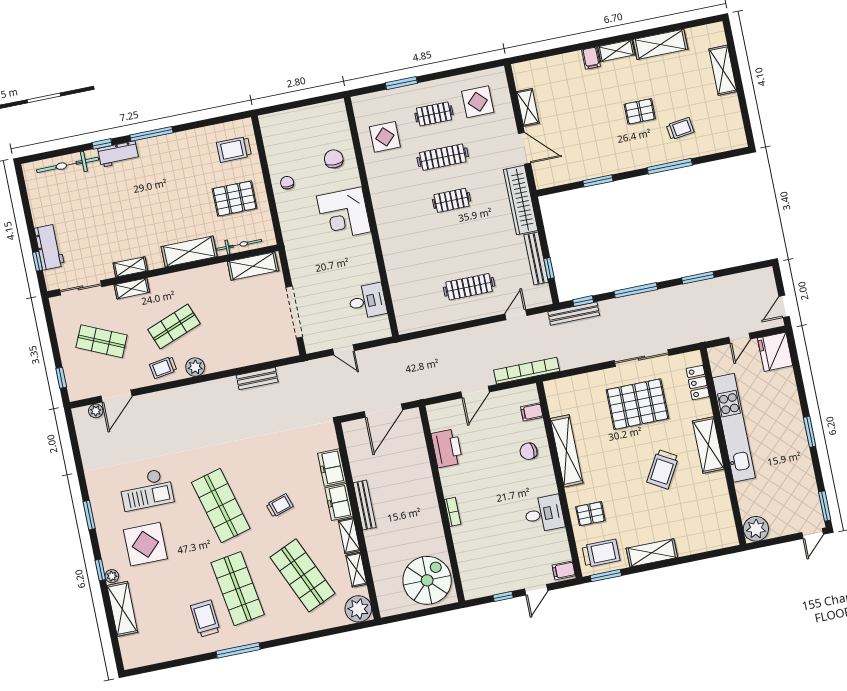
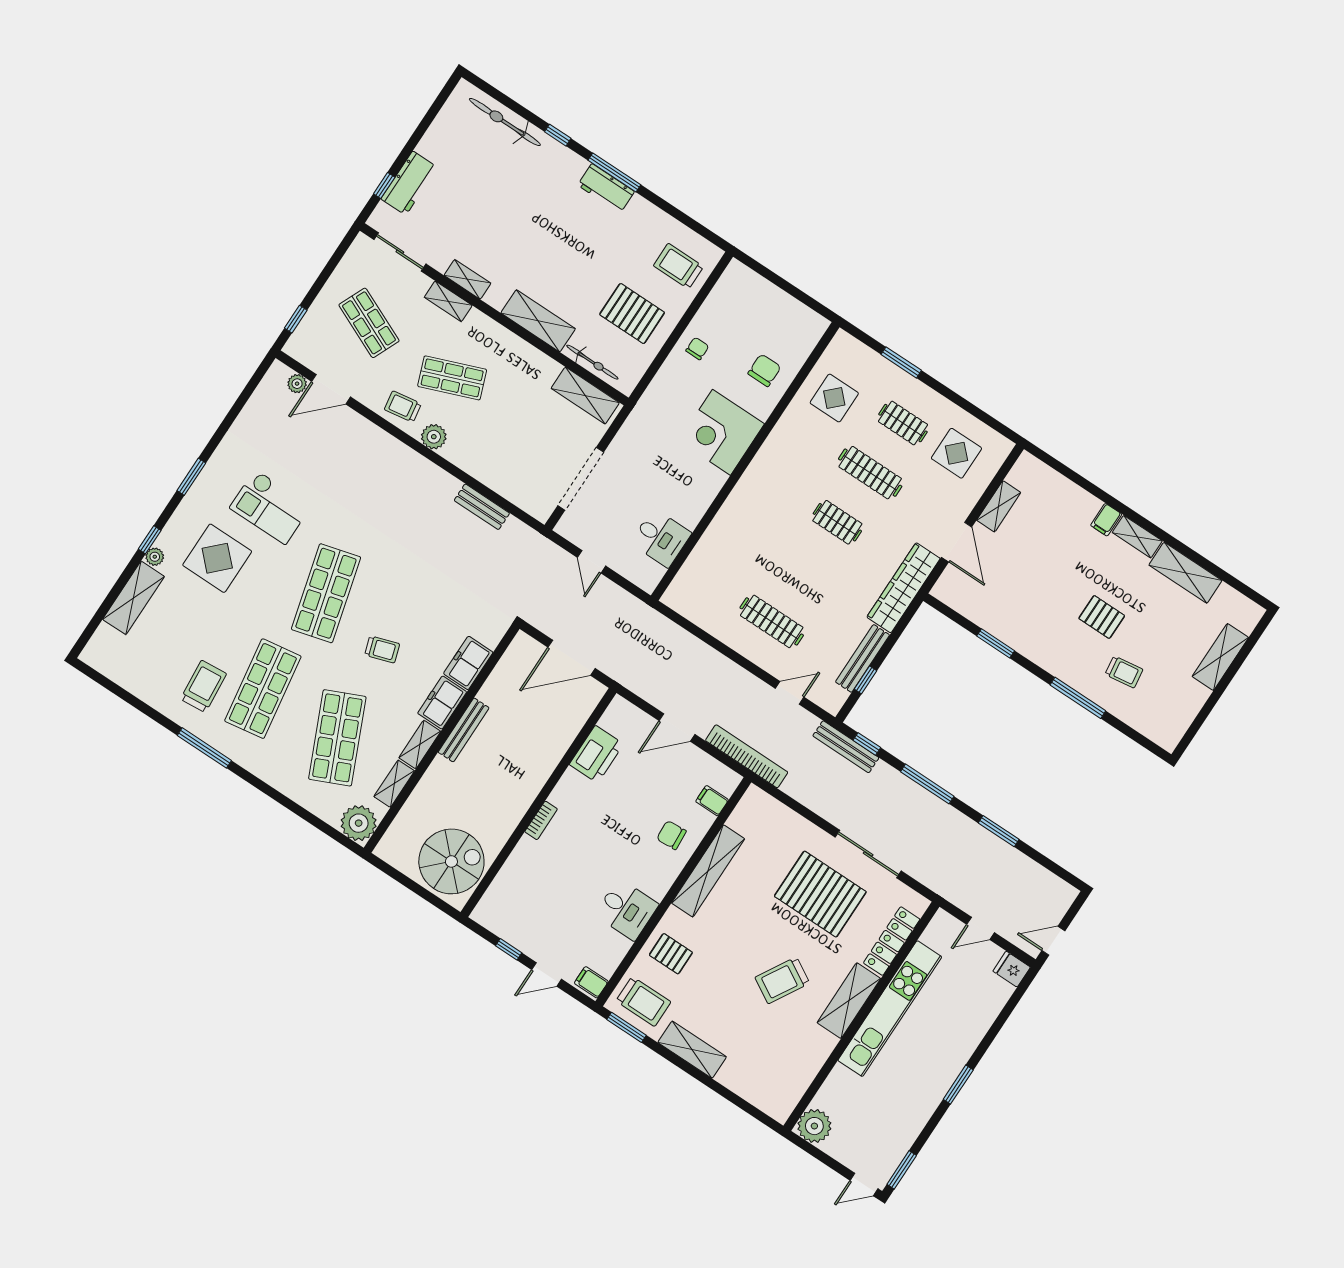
workbench: (118, 154) -> (606, 188), moved
fridge: (775, 352) -> (1012, 969), width x0.53, depth x0.75
locker: (698, 383) -> (892, 941), width x1.53

